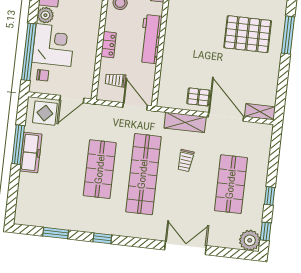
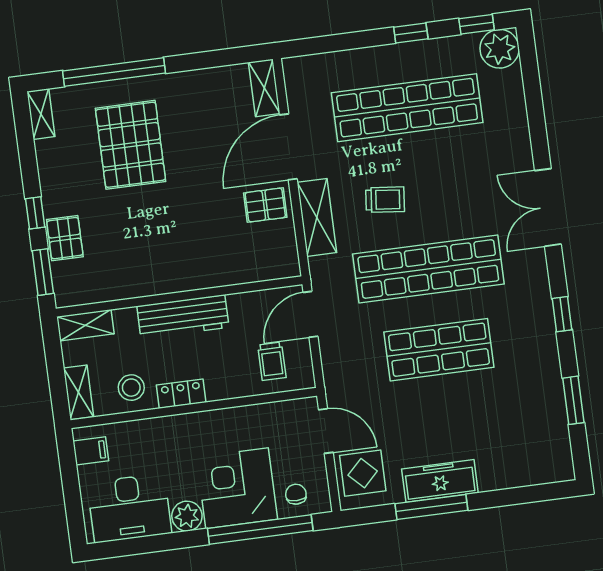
window: (288, 35) -> (114, 72), width x1.46
locker: (109, 45) -> (181, 394), moved
pallet: (198, 97) -> (265, 205), turned 90
shop shelf: (231, 184) -> (407, 108), width x1.40
double door: (185, 248) -> (548, 207), moved

